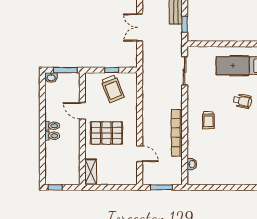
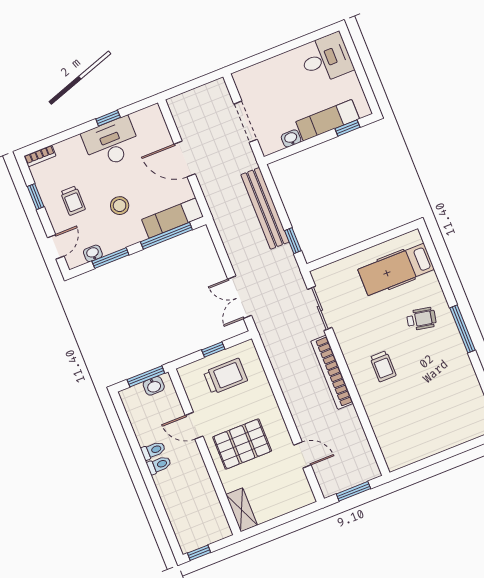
double door: (140, 27) -> (240, 297), moved
washbasin: (51, 78) -> (154, 386), moved
trolley: (113, 89) -> (226, 376), turned -68
bookcase: (177, 133) -> (332, 372), moved
toilet: (52, 136) -> (153, 450), moved
washbasin: (192, 164) -> (384, 440), removed

